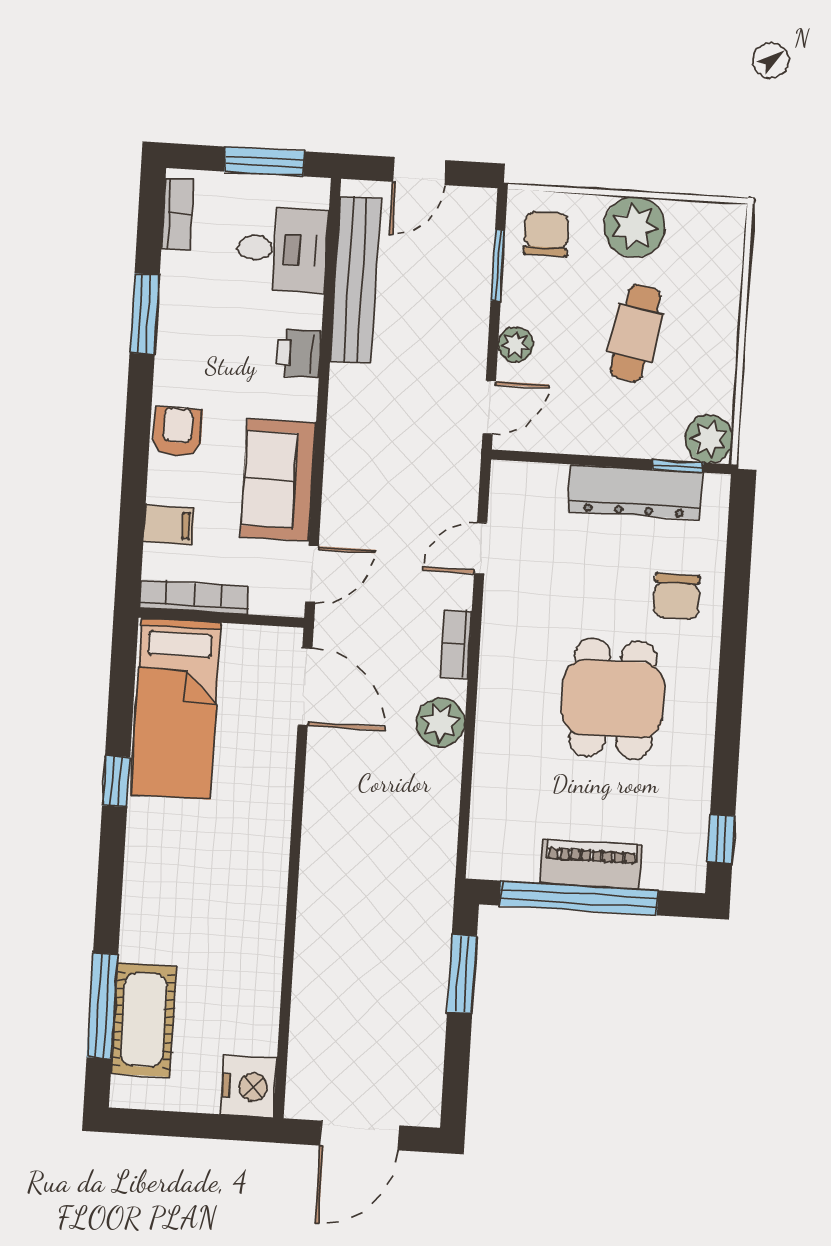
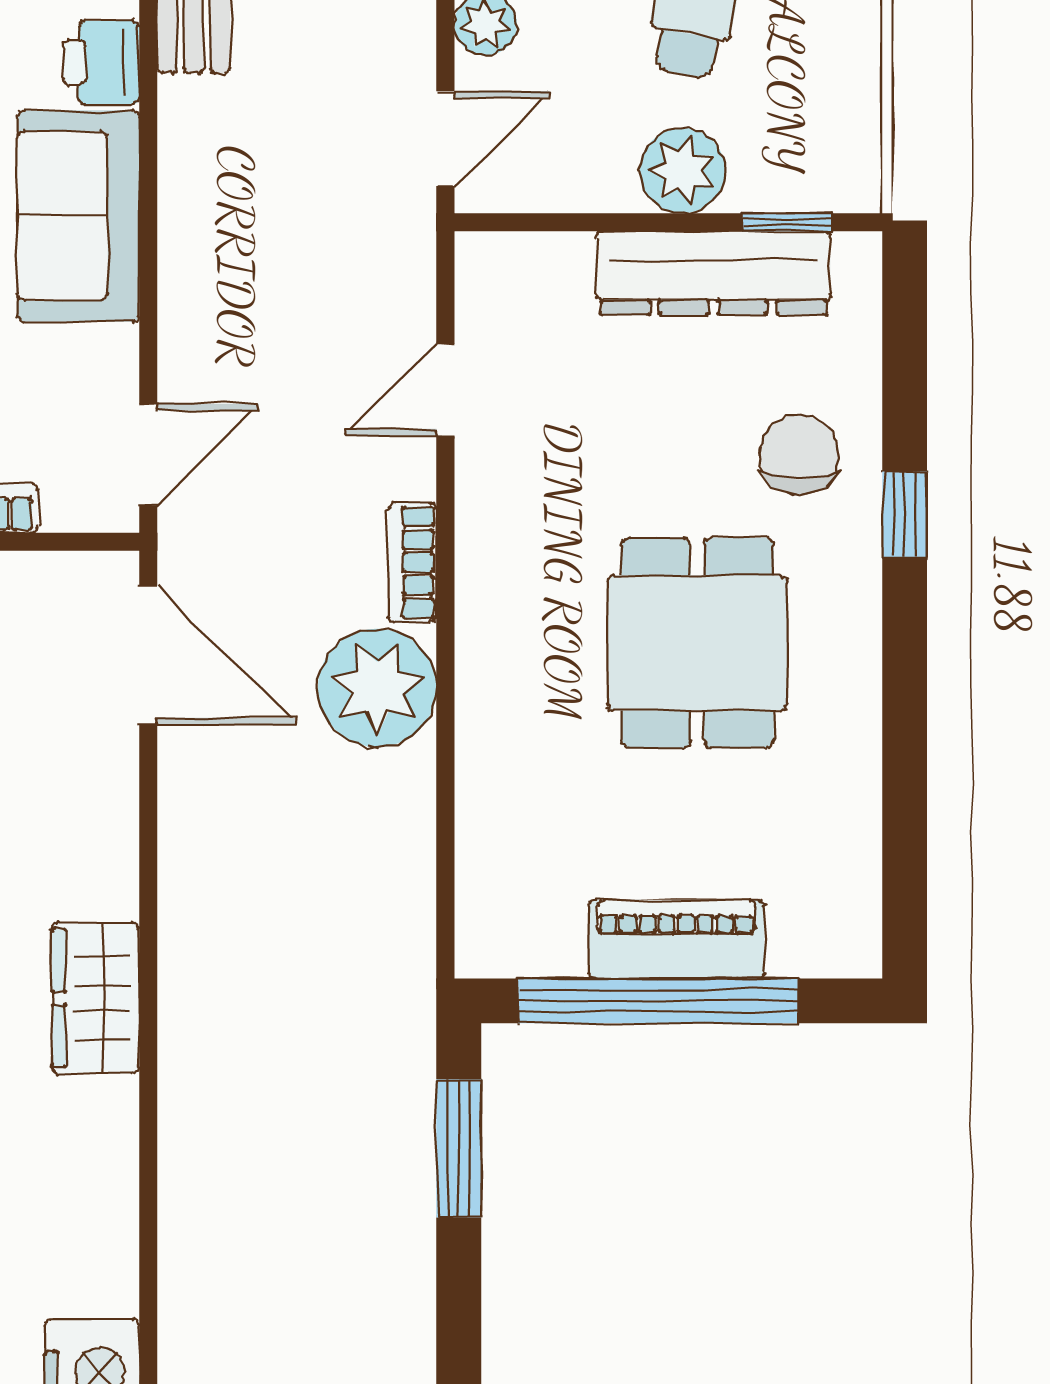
plant: (709, 439) -> (682, 171), moved
sofa: (278, 480) -> (78, 216), moved
chair: (677, 597) -> (799, 455), turned 180
plant: (440, 722) -> (377, 688), width x1.36, depth x1.36
window: (721, 839) -> (905, 514), moved
wardrobe: (264, 877) -> (96, 998), added

